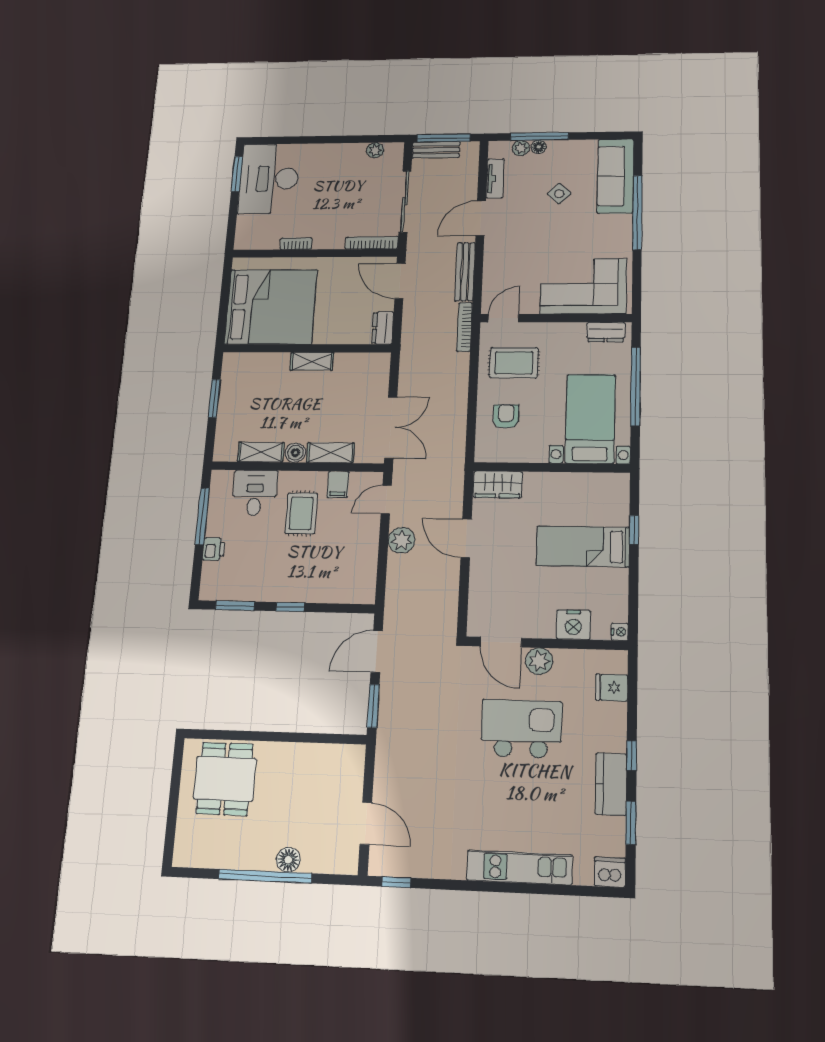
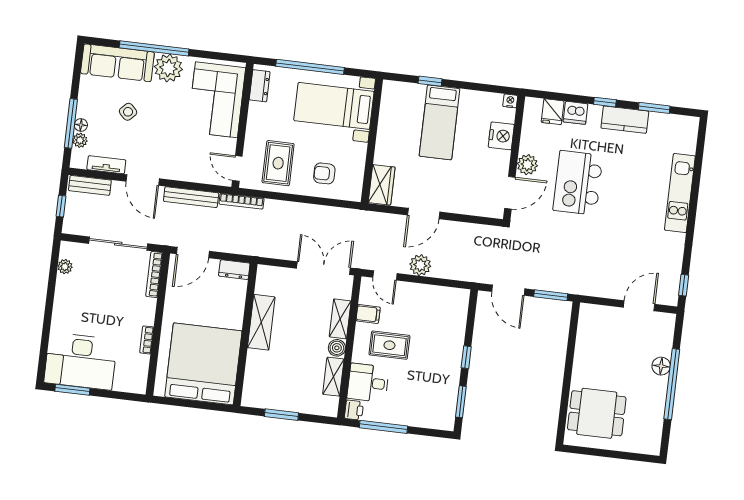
window: (444, 138) -> (61, 206), width x0.46
bench: (436, 150) -> (90, 185), moved, turned 90
plant: (616, 230) -> (168, 68), added
shelving: (312, 361) -> (261, 322), width x1.50, depth x1.33
printer: (214, 549) -> (354, 410), moved, turned 90
dishwasher: (610, 872) -> (575, 113), moved, turned -90

